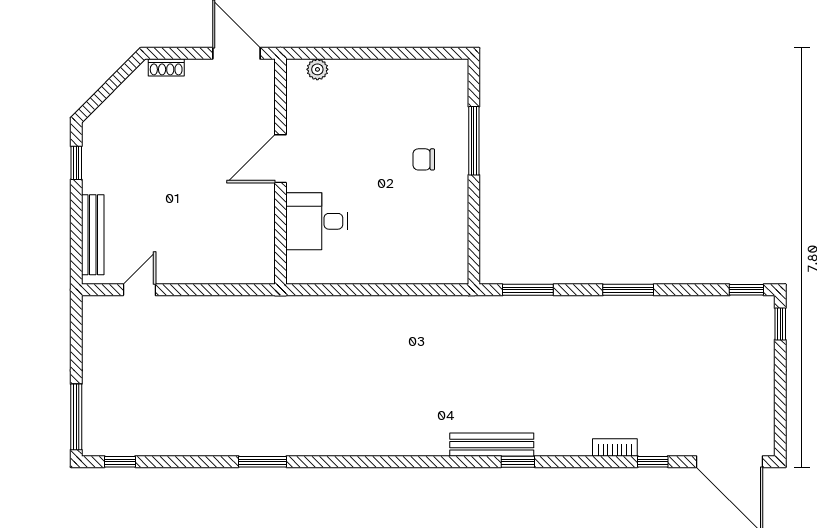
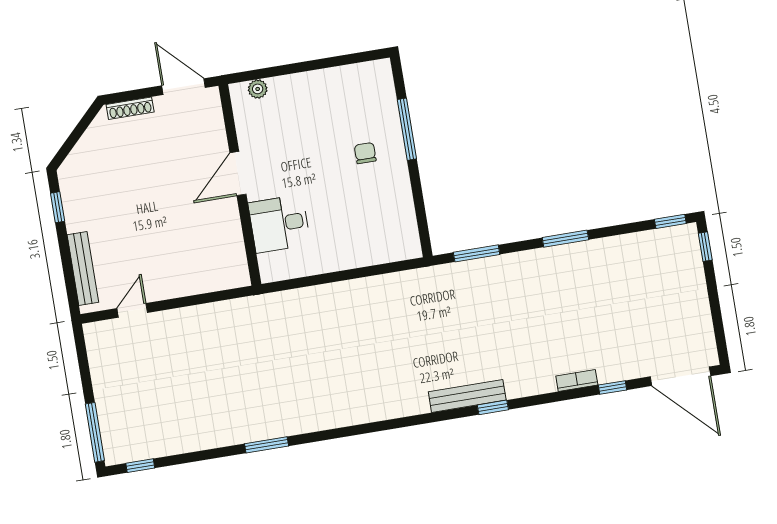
shoe rack: (166, 67) -> (130, 108), width x1.43
chair: (424, 159) -> (365, 153), turned 90

